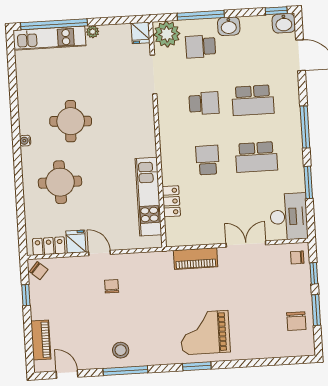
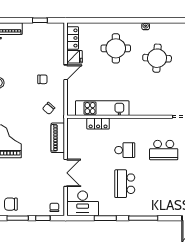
school desk: (253, 100) -> (164, 184), removed
school desk: (204, 103) -> (164, 150), width x1.85
chair: (39, 271) -> (49, 108), moved

